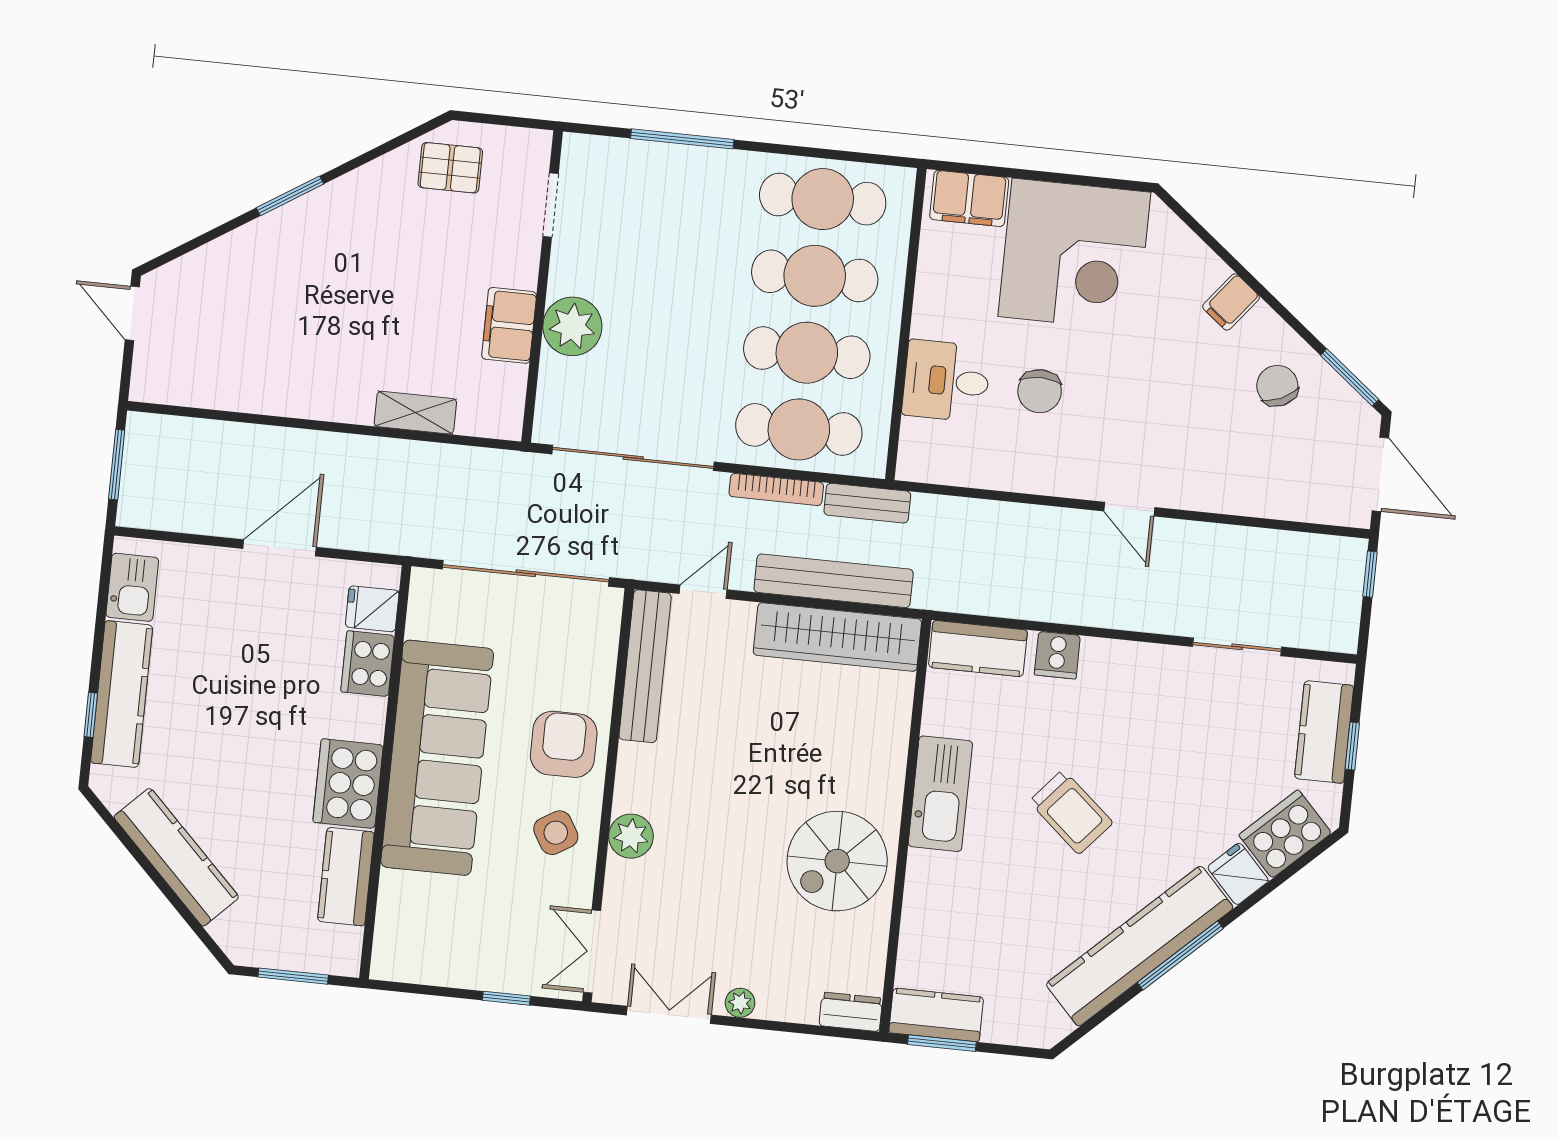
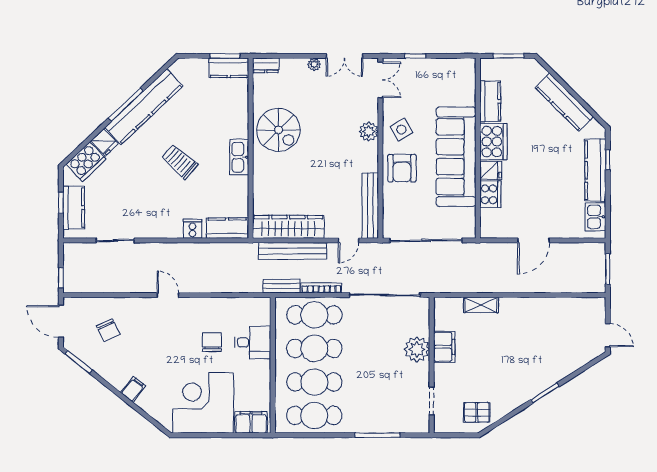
chair: (1277, 386) -> (108, 330), moved
fridge: (372, 609) -> (491, 170), moved
kitchen sink: (940, 794) -> (239, 157), width x0.73, depth x0.81
spiral stairs: (837, 861) -> (278, 130), turned 90

